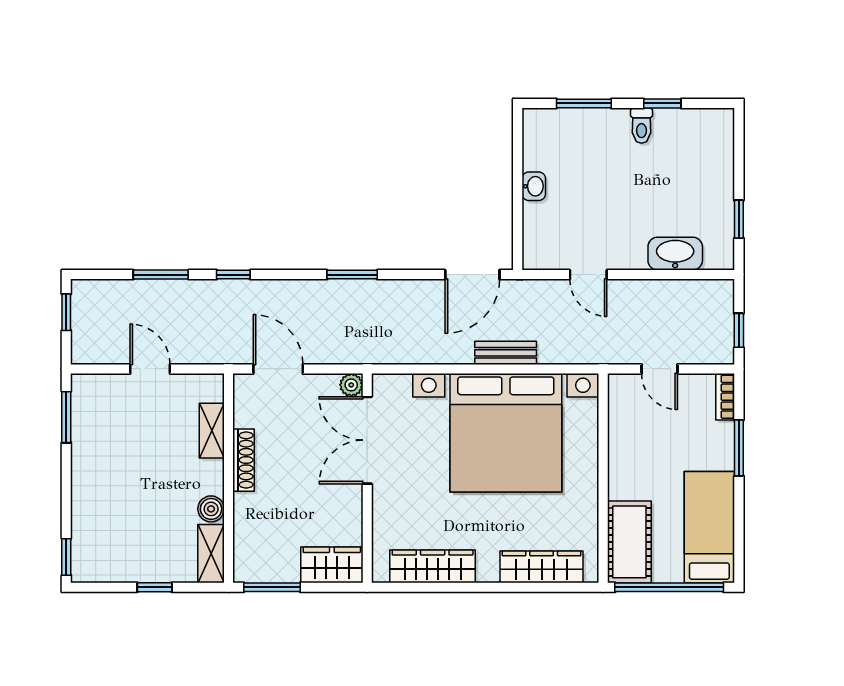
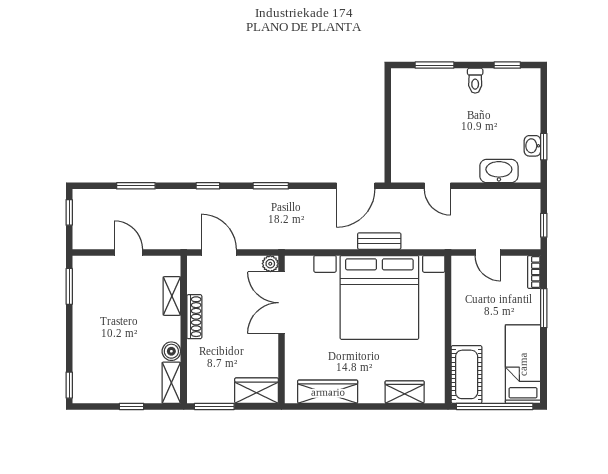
window: (662, 103) -> (507, 65), moved
washbasin: (534, 186) -> (532, 146), moved, turned 180
window: (233, 275) -> (208, 186), moved
wardrobe: (542, 567) -> (405, 392), width x0.67

